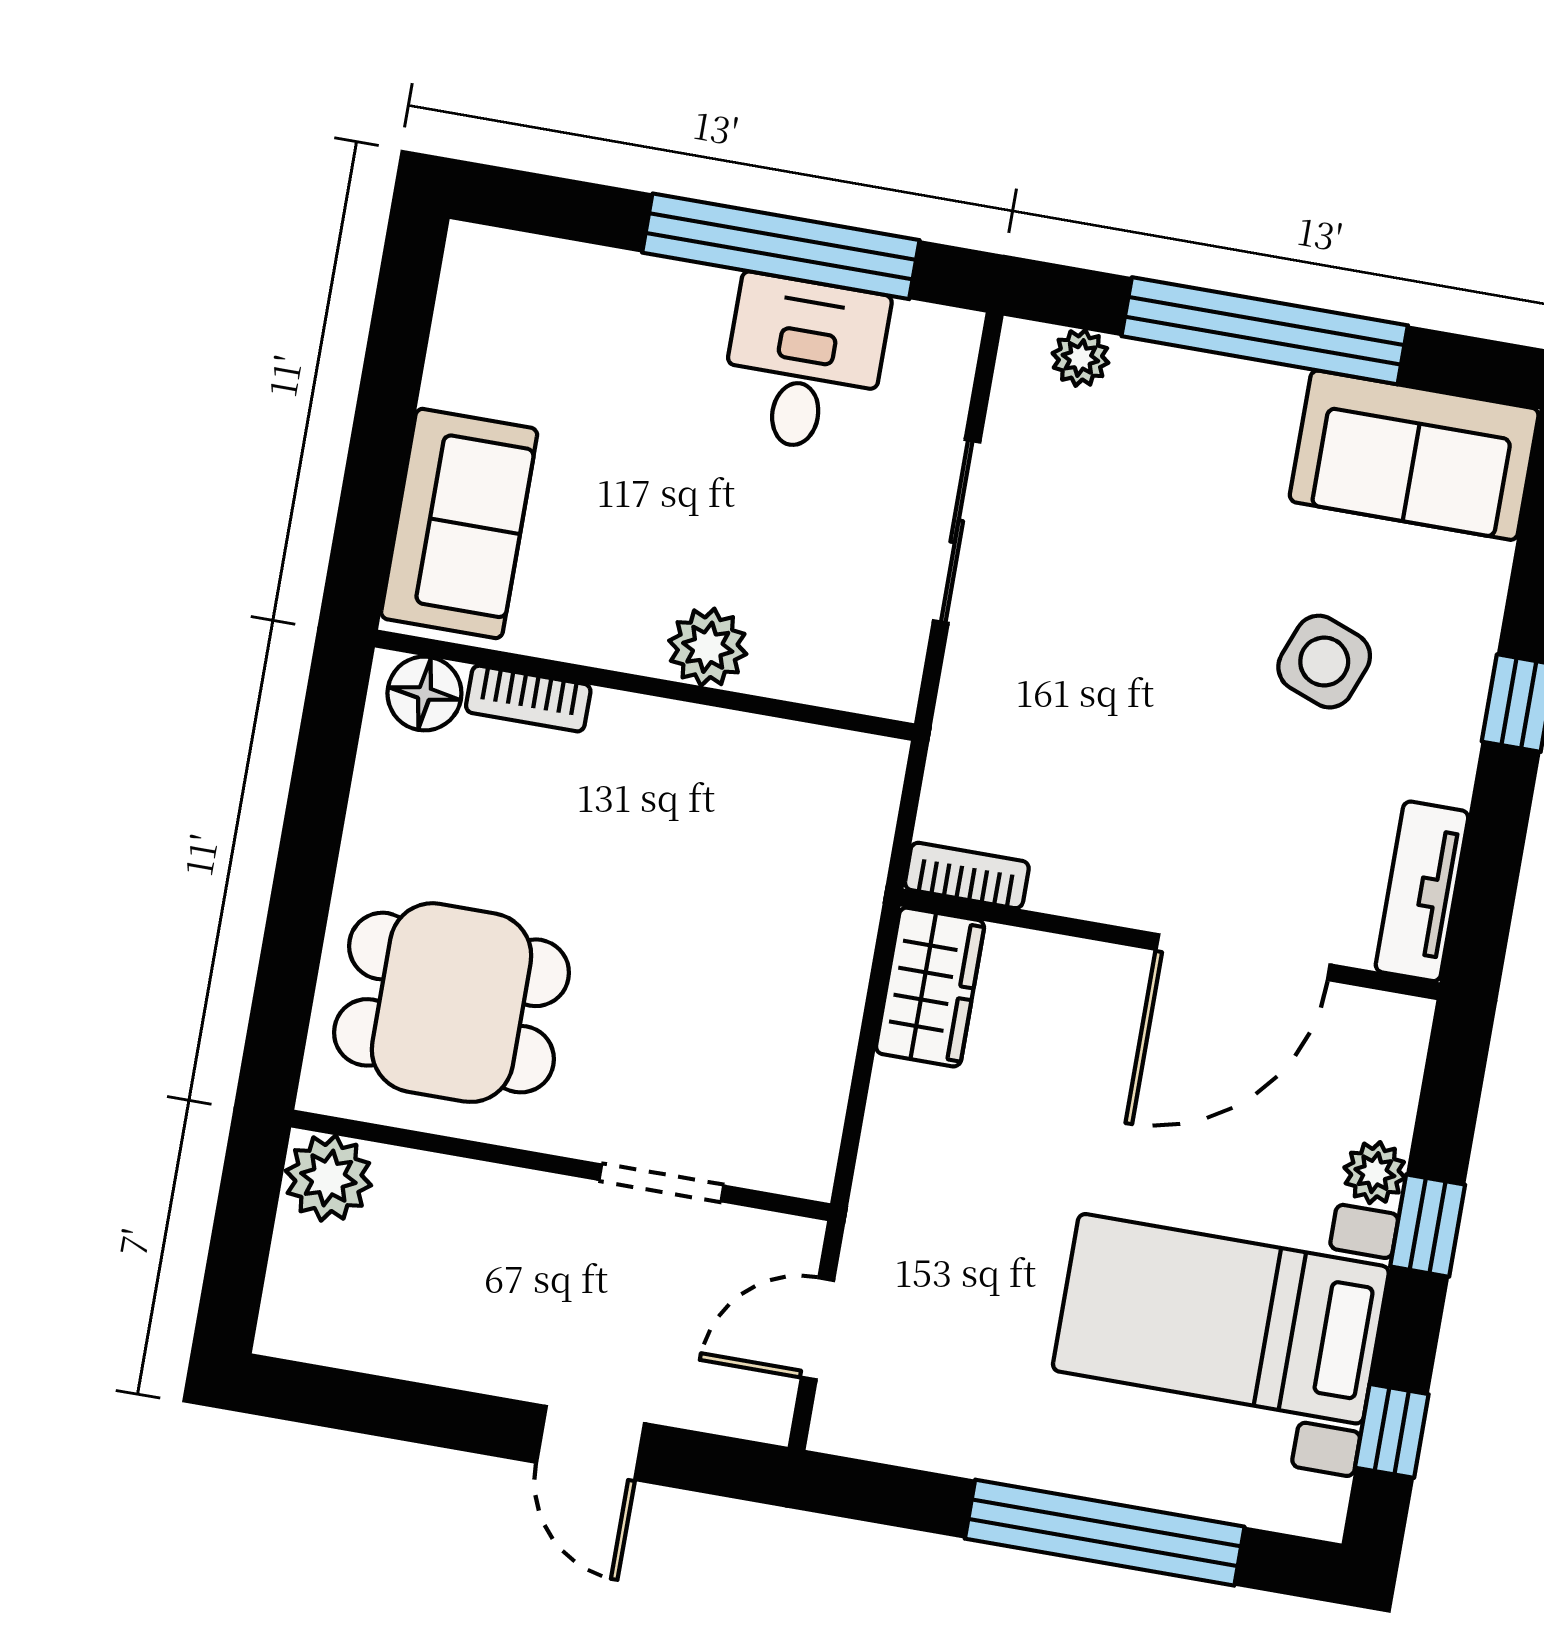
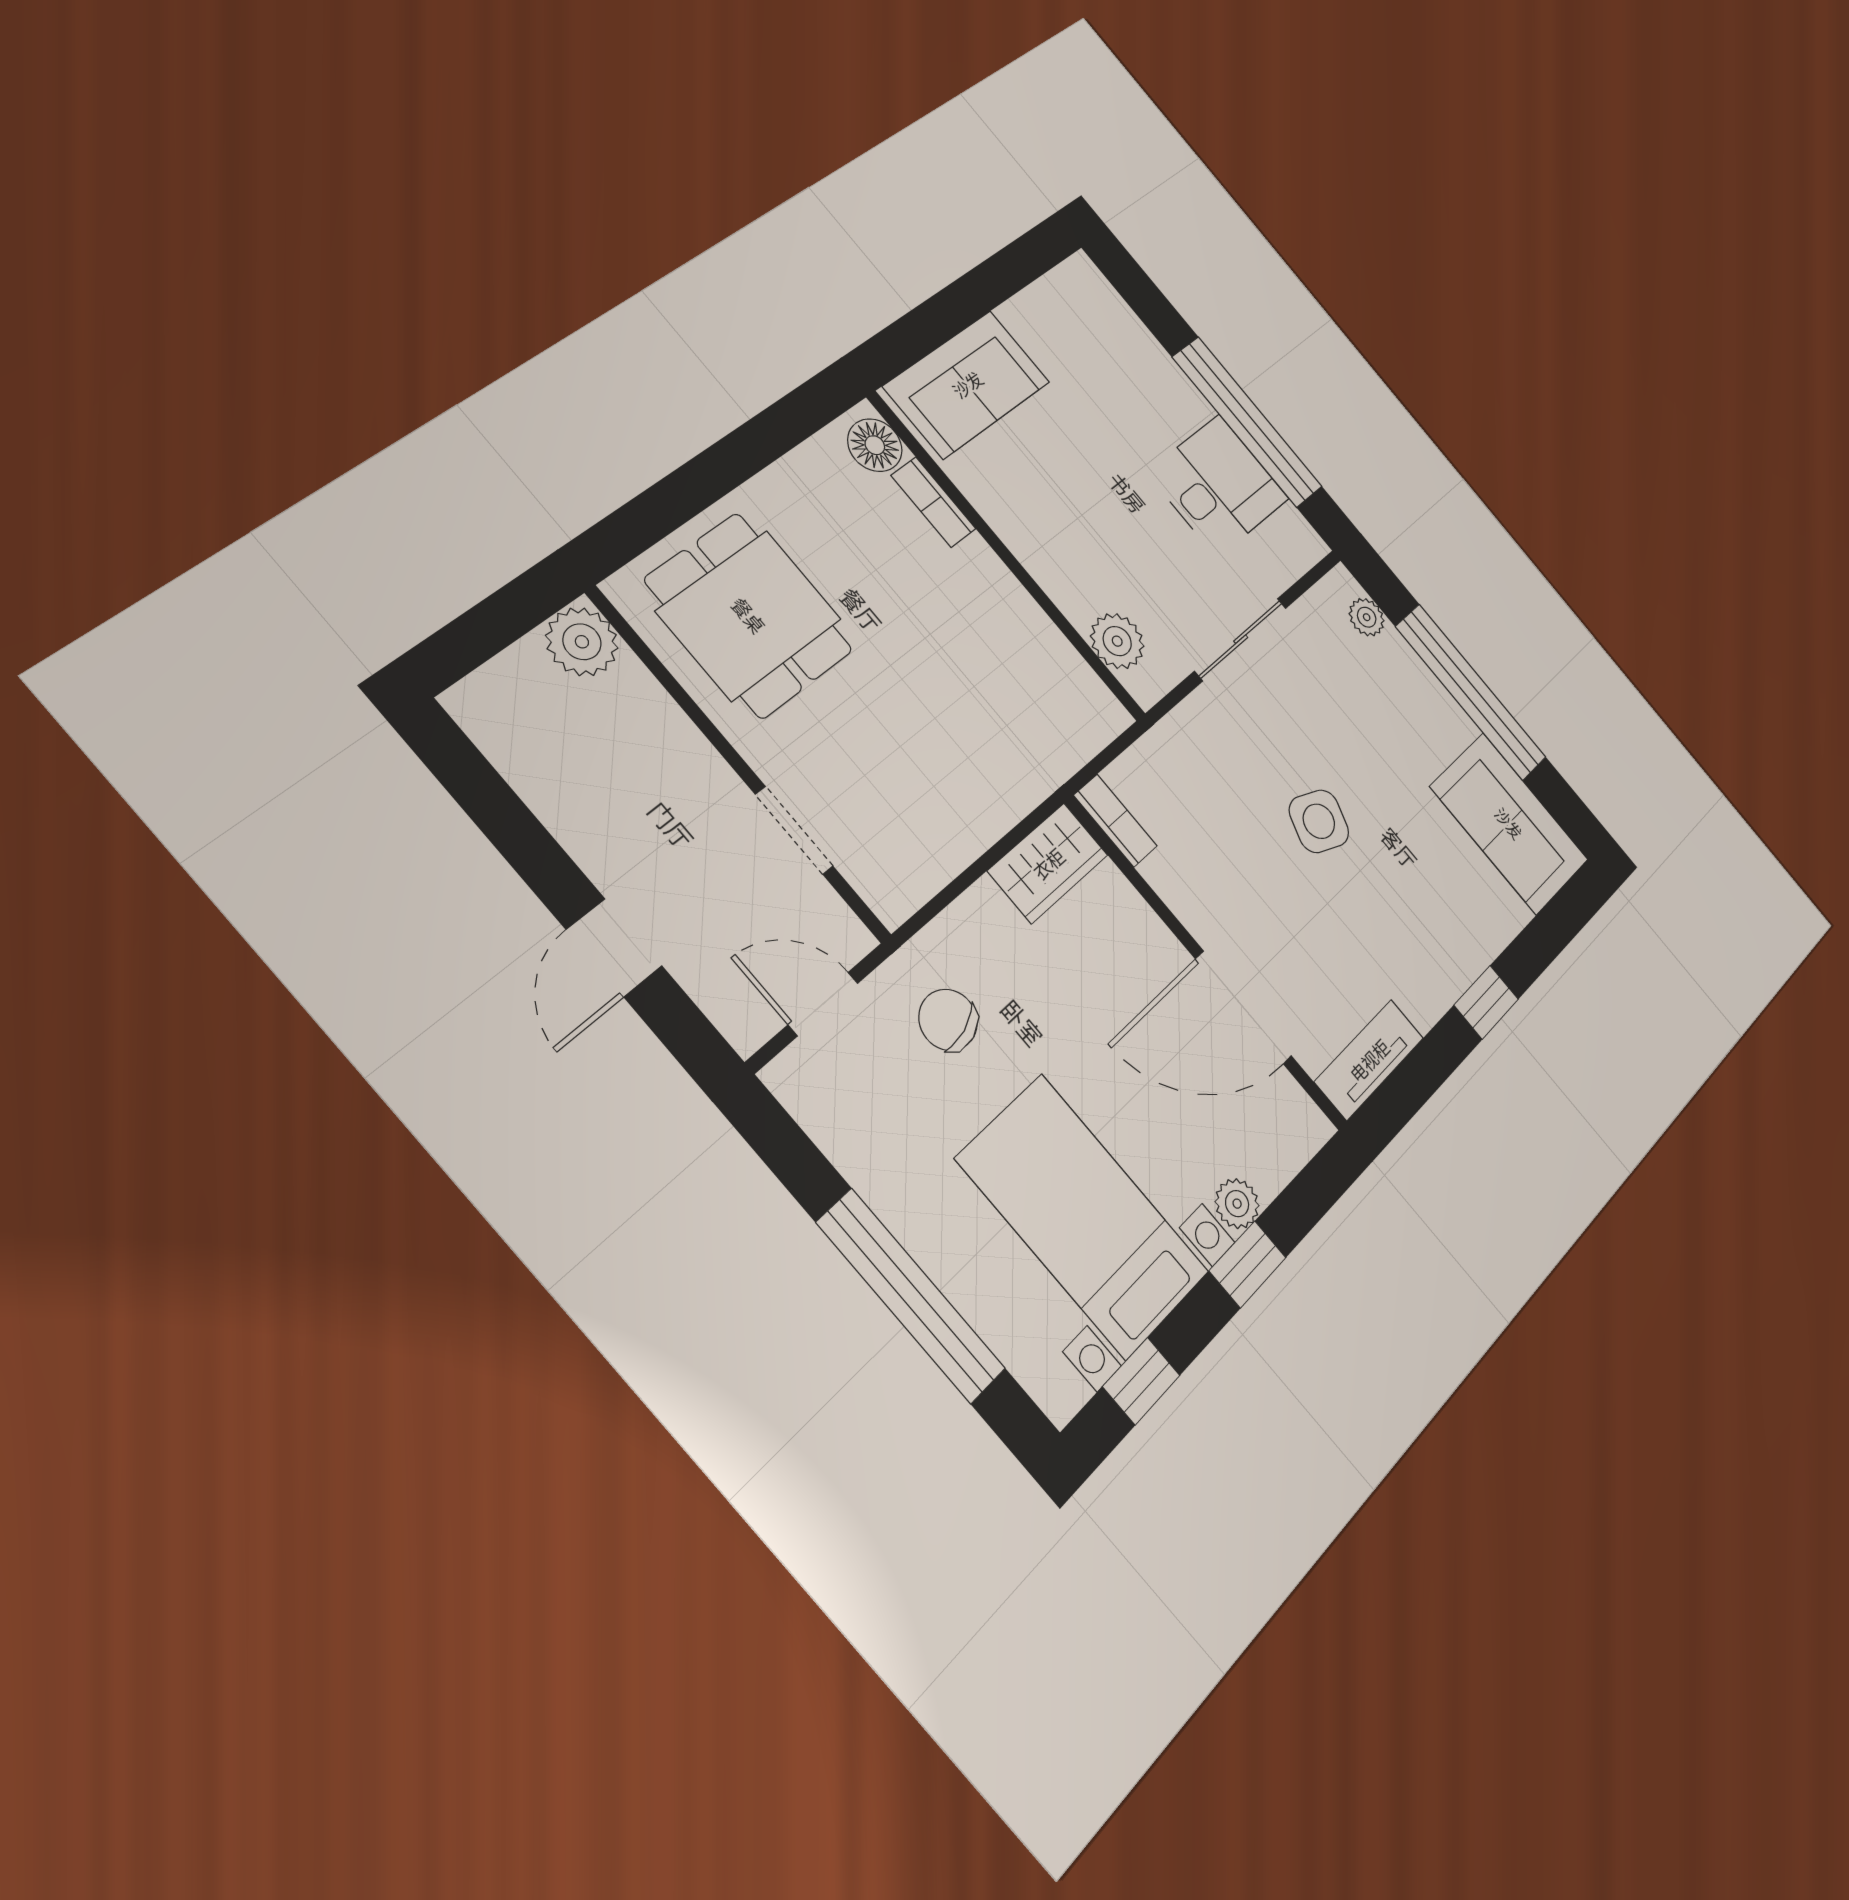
plant: (708, 647) -> (1117, 641), moved
side table: (1324, 662) -> (1319, 821), moved
chair: (948, 1239) -> (948, 1020), added

